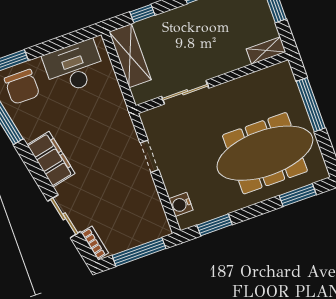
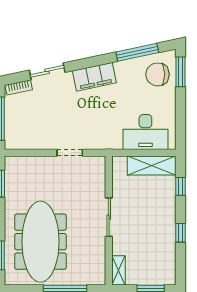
desk: (74, 67) -> (145, 132), moved, turned 90
sliding door: (185, 92) -> (109, 217), moved
water cooler: (181, 204) -> (24, 164), removed

